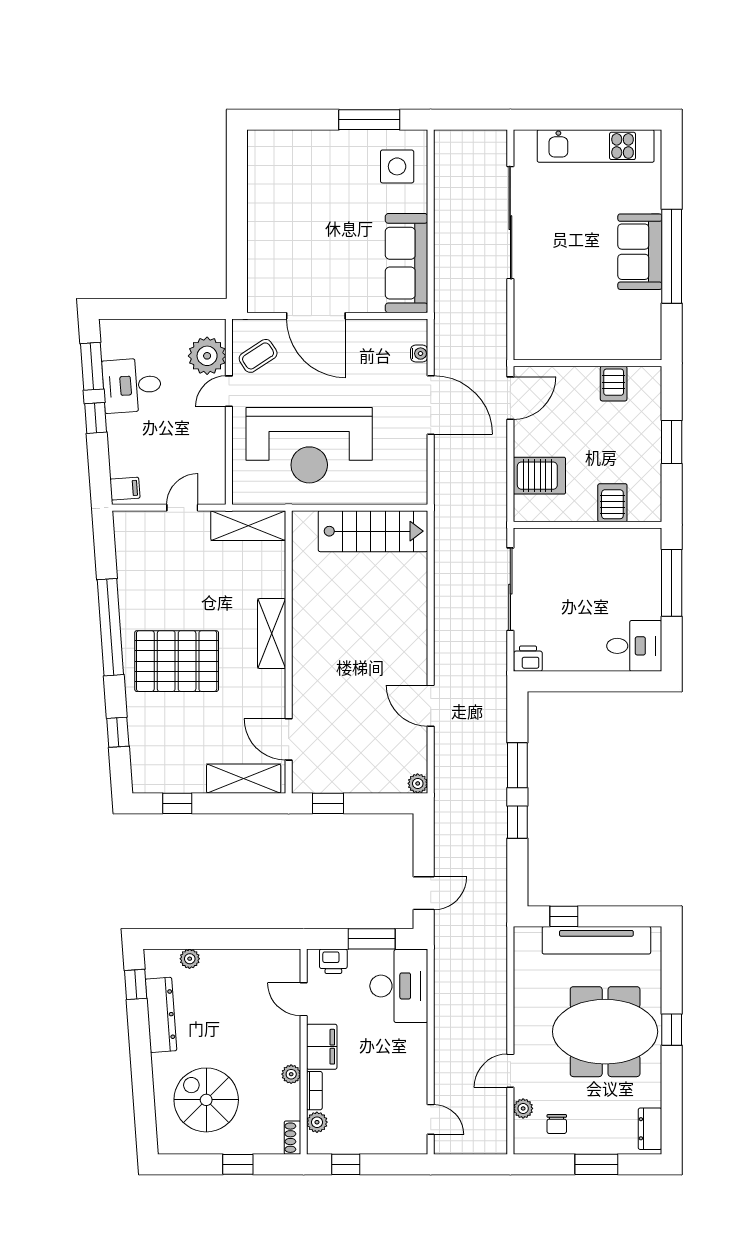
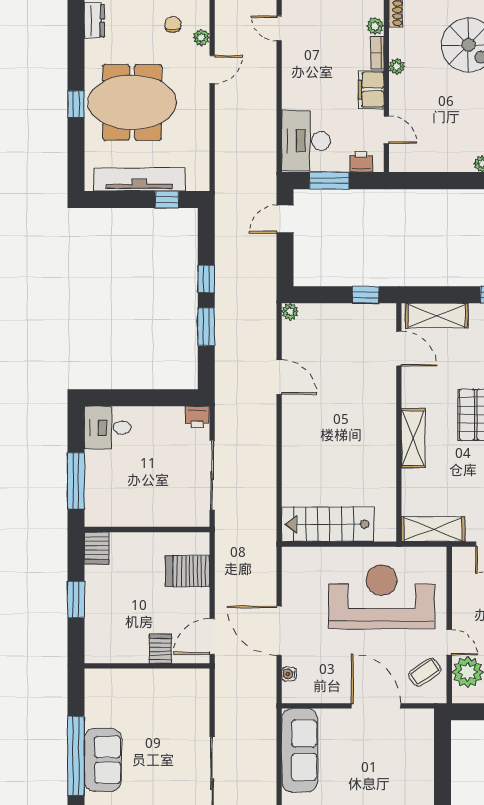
server rack: (614, 384) -> (160, 649), moved
door: (229, 391) -> (449, 642), hinge flipped
server rack: (612, 503) -> (97, 548), moved

